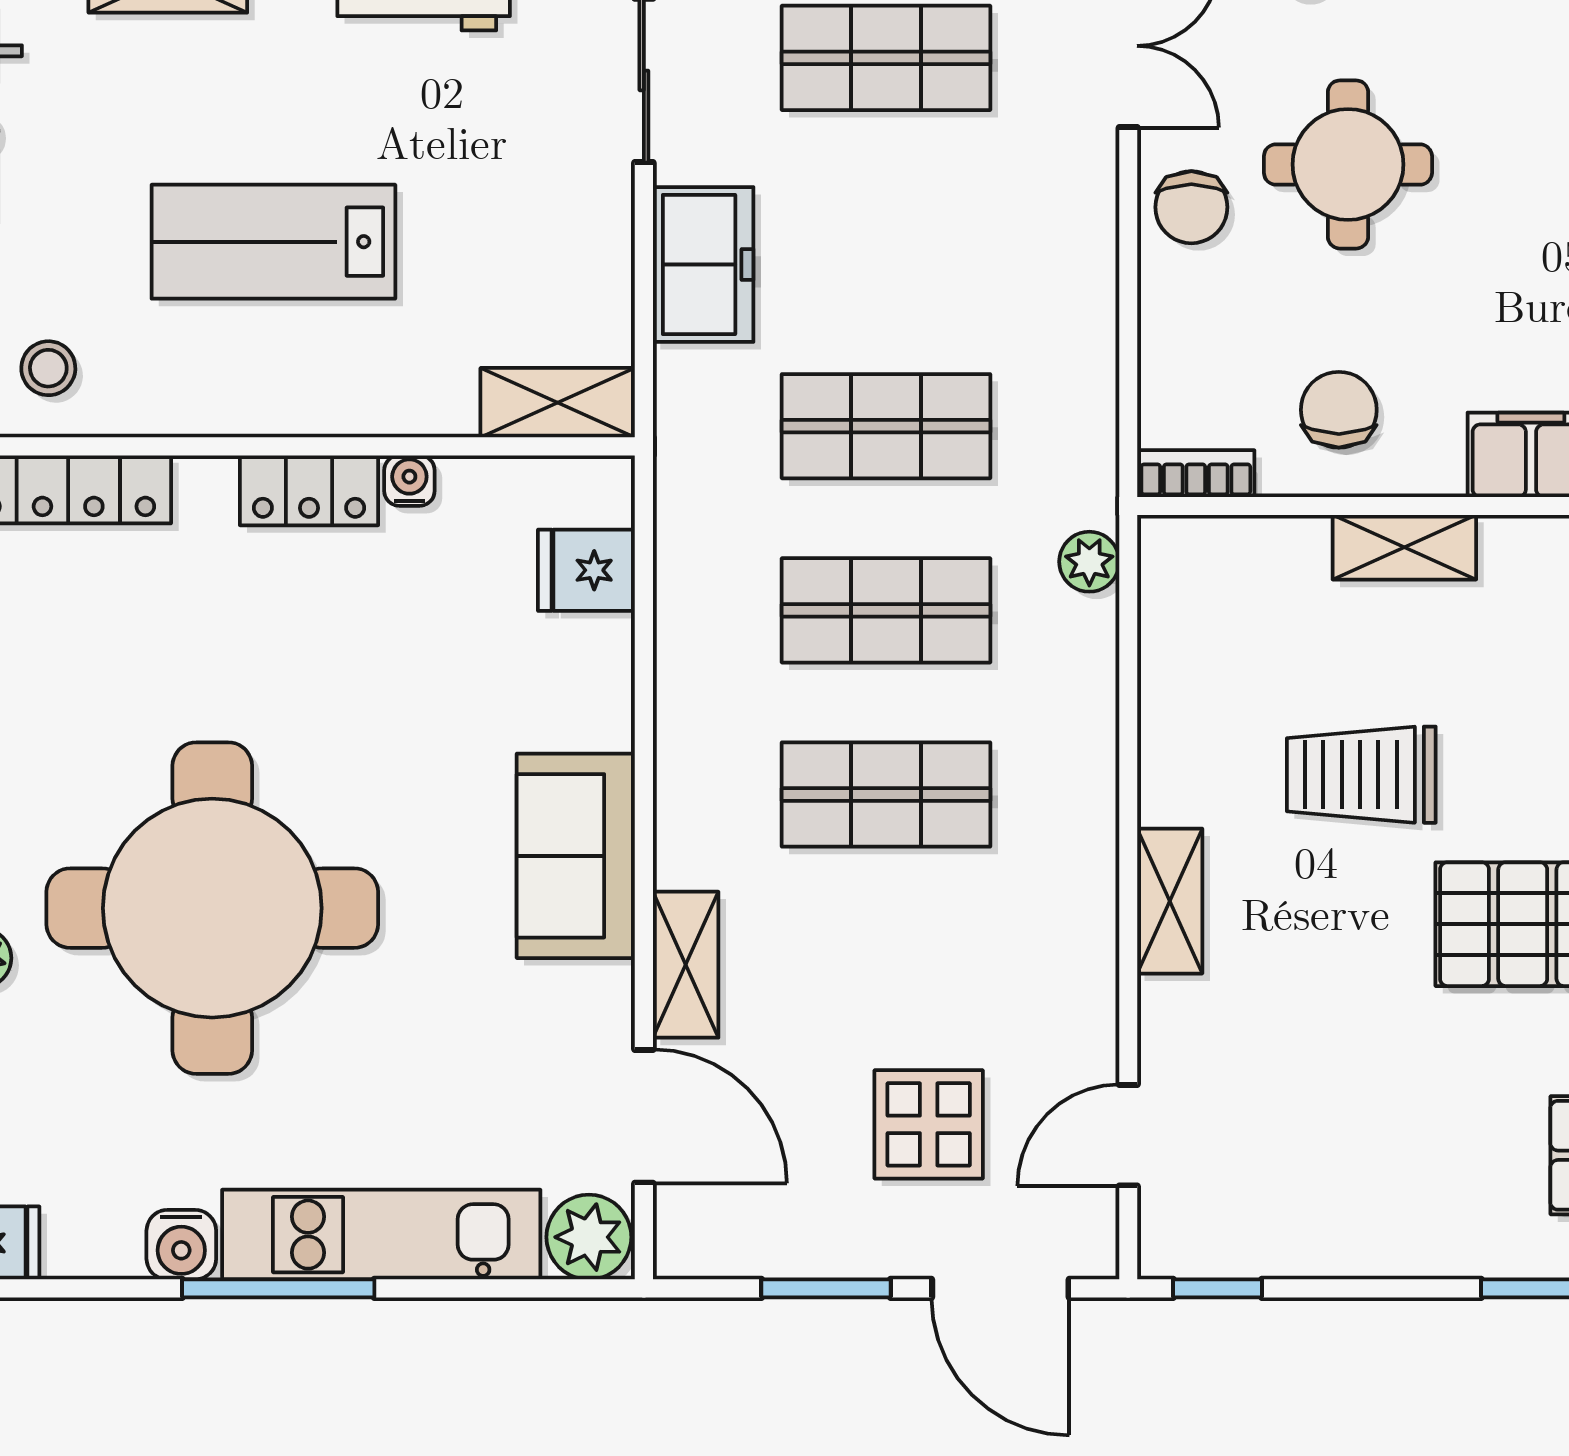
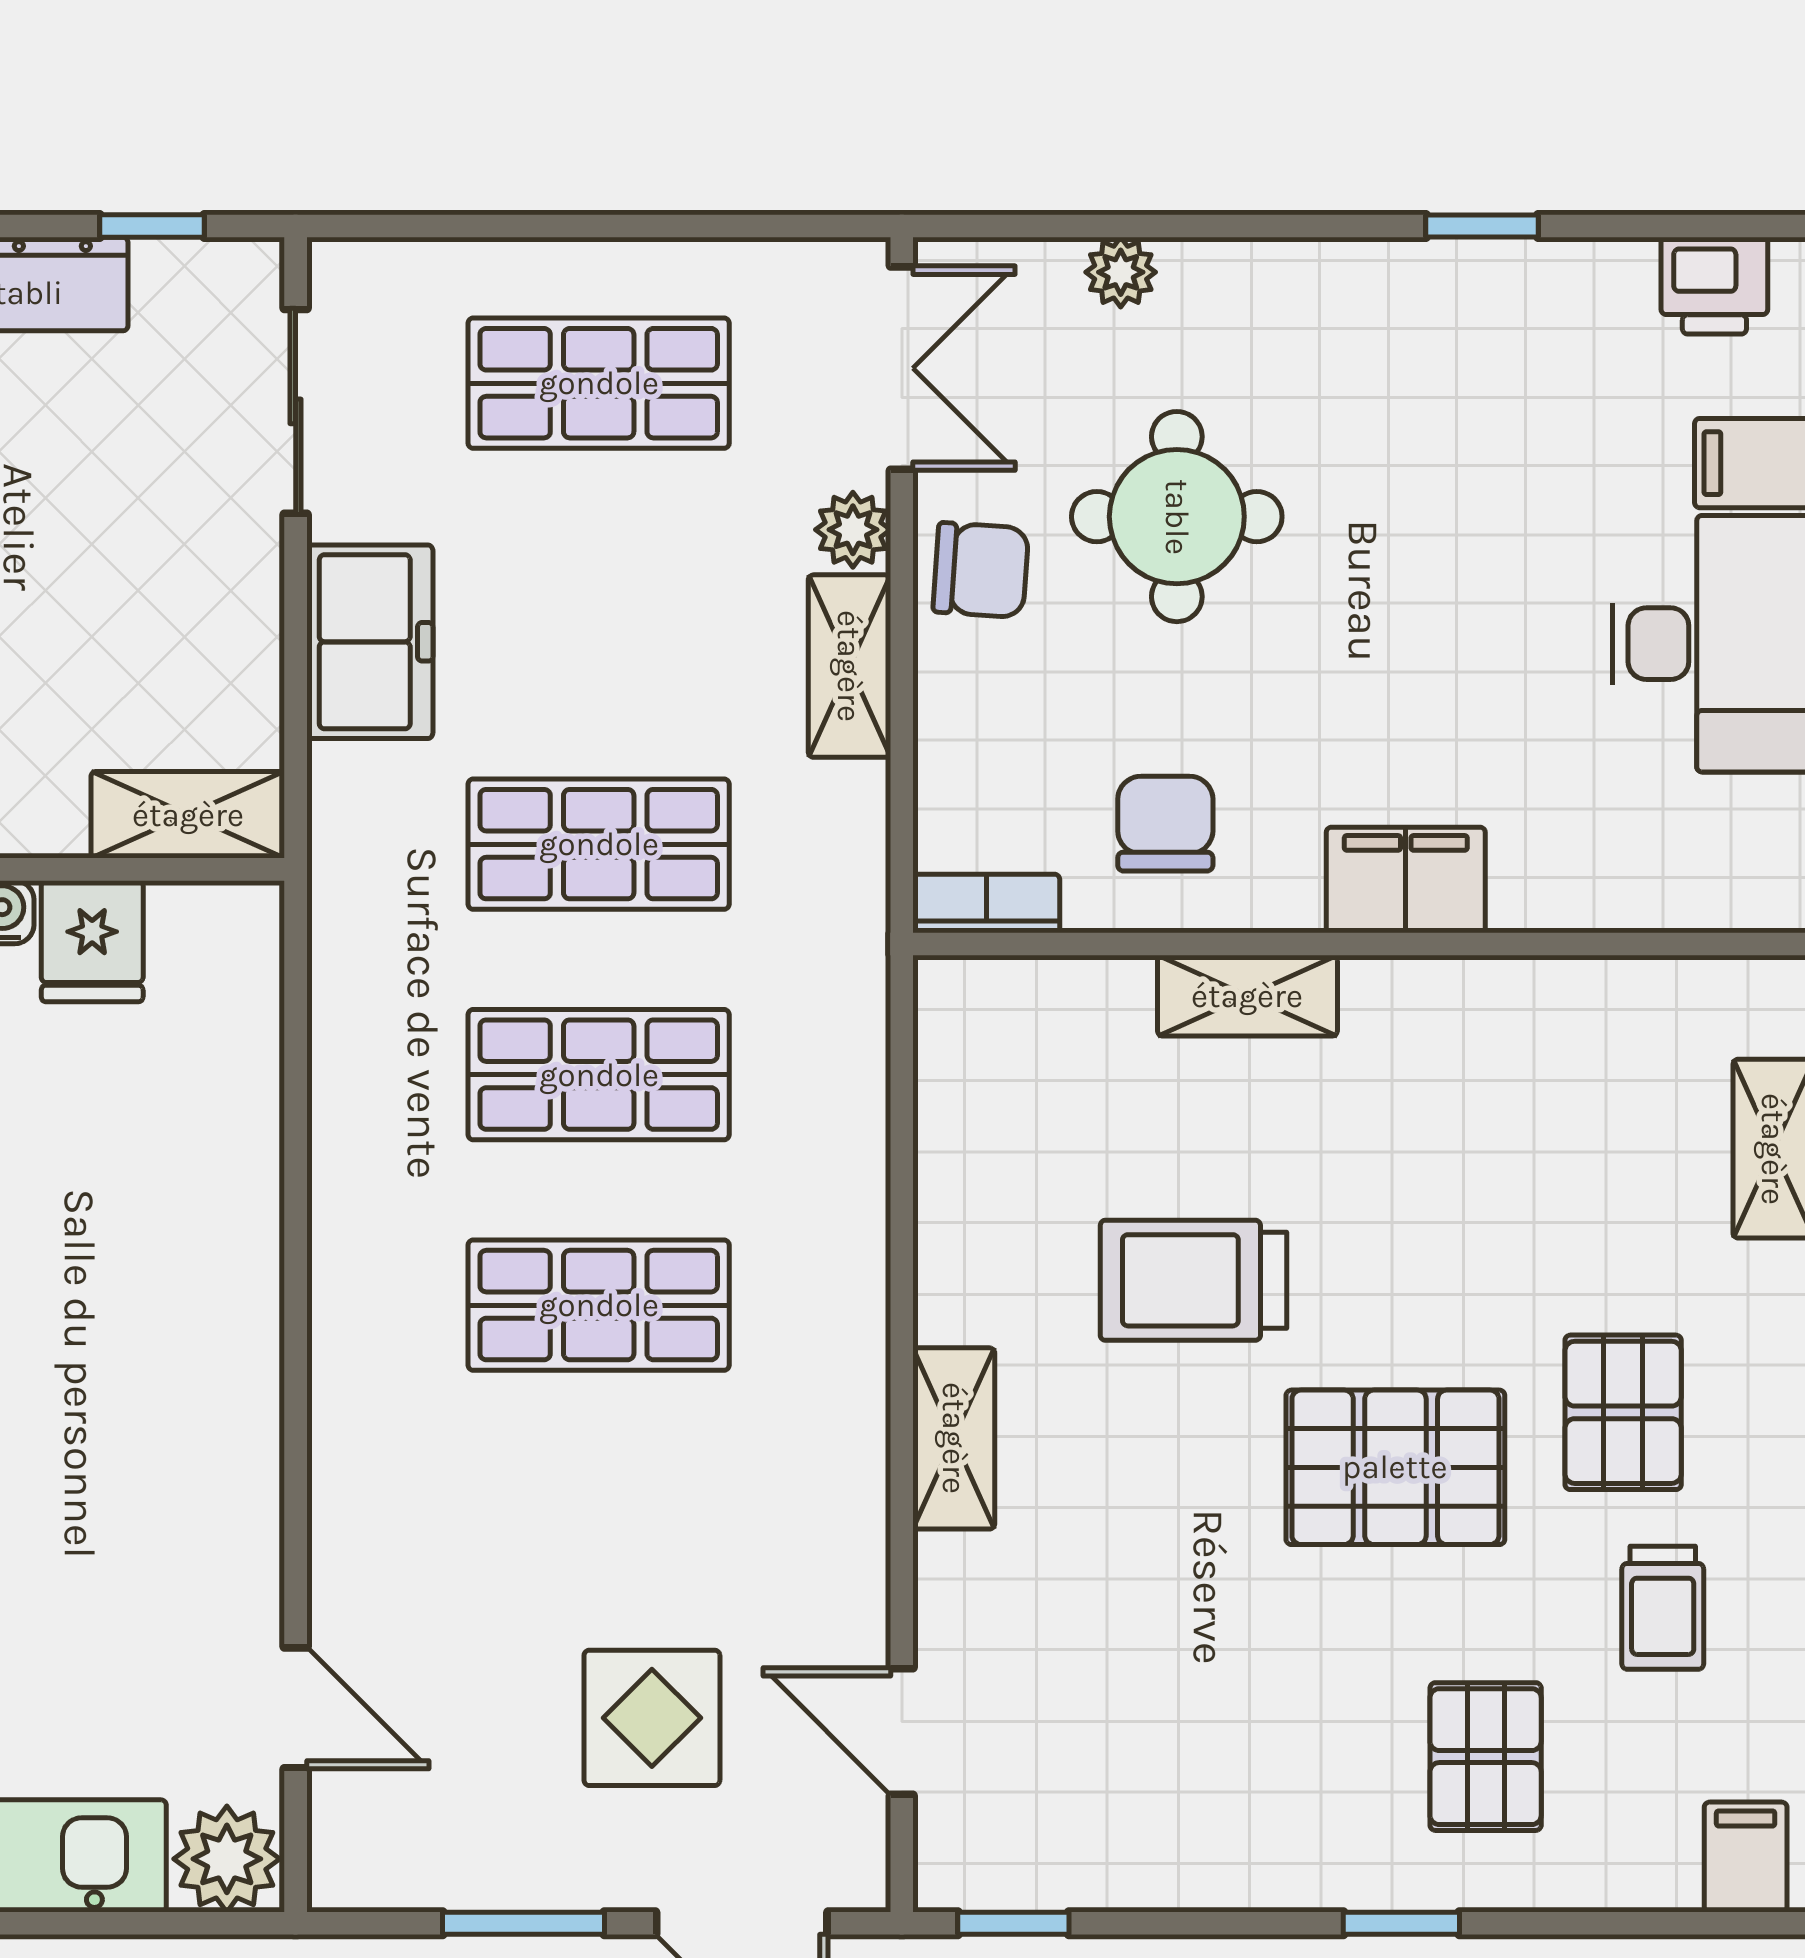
chair: (1191, 207) -> (981, 570), turned -86
plant: (1089, 562) -> (853, 530), moved
fridge: (586, 570) -> (92, 941), moved, turned -90
sofa: (576, 856) -> (210, 1382), removed
shelving: (686, 965) -> (849, 666), moved
door: (644, 1116) -> (296, 1708), width x0.73
door: (1128, 1135) -> (902, 1731), hinge flipped

